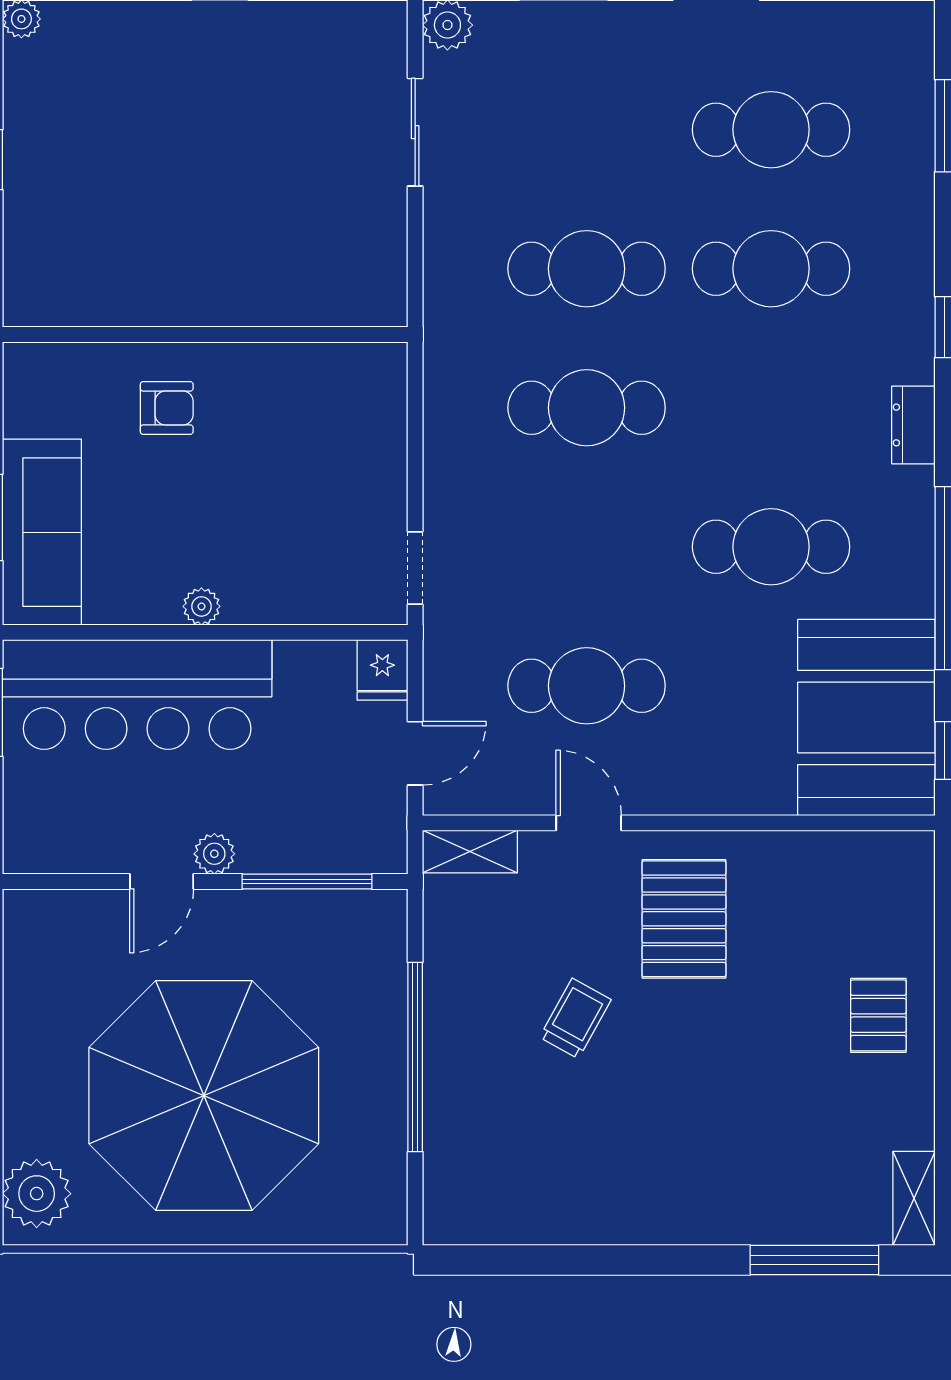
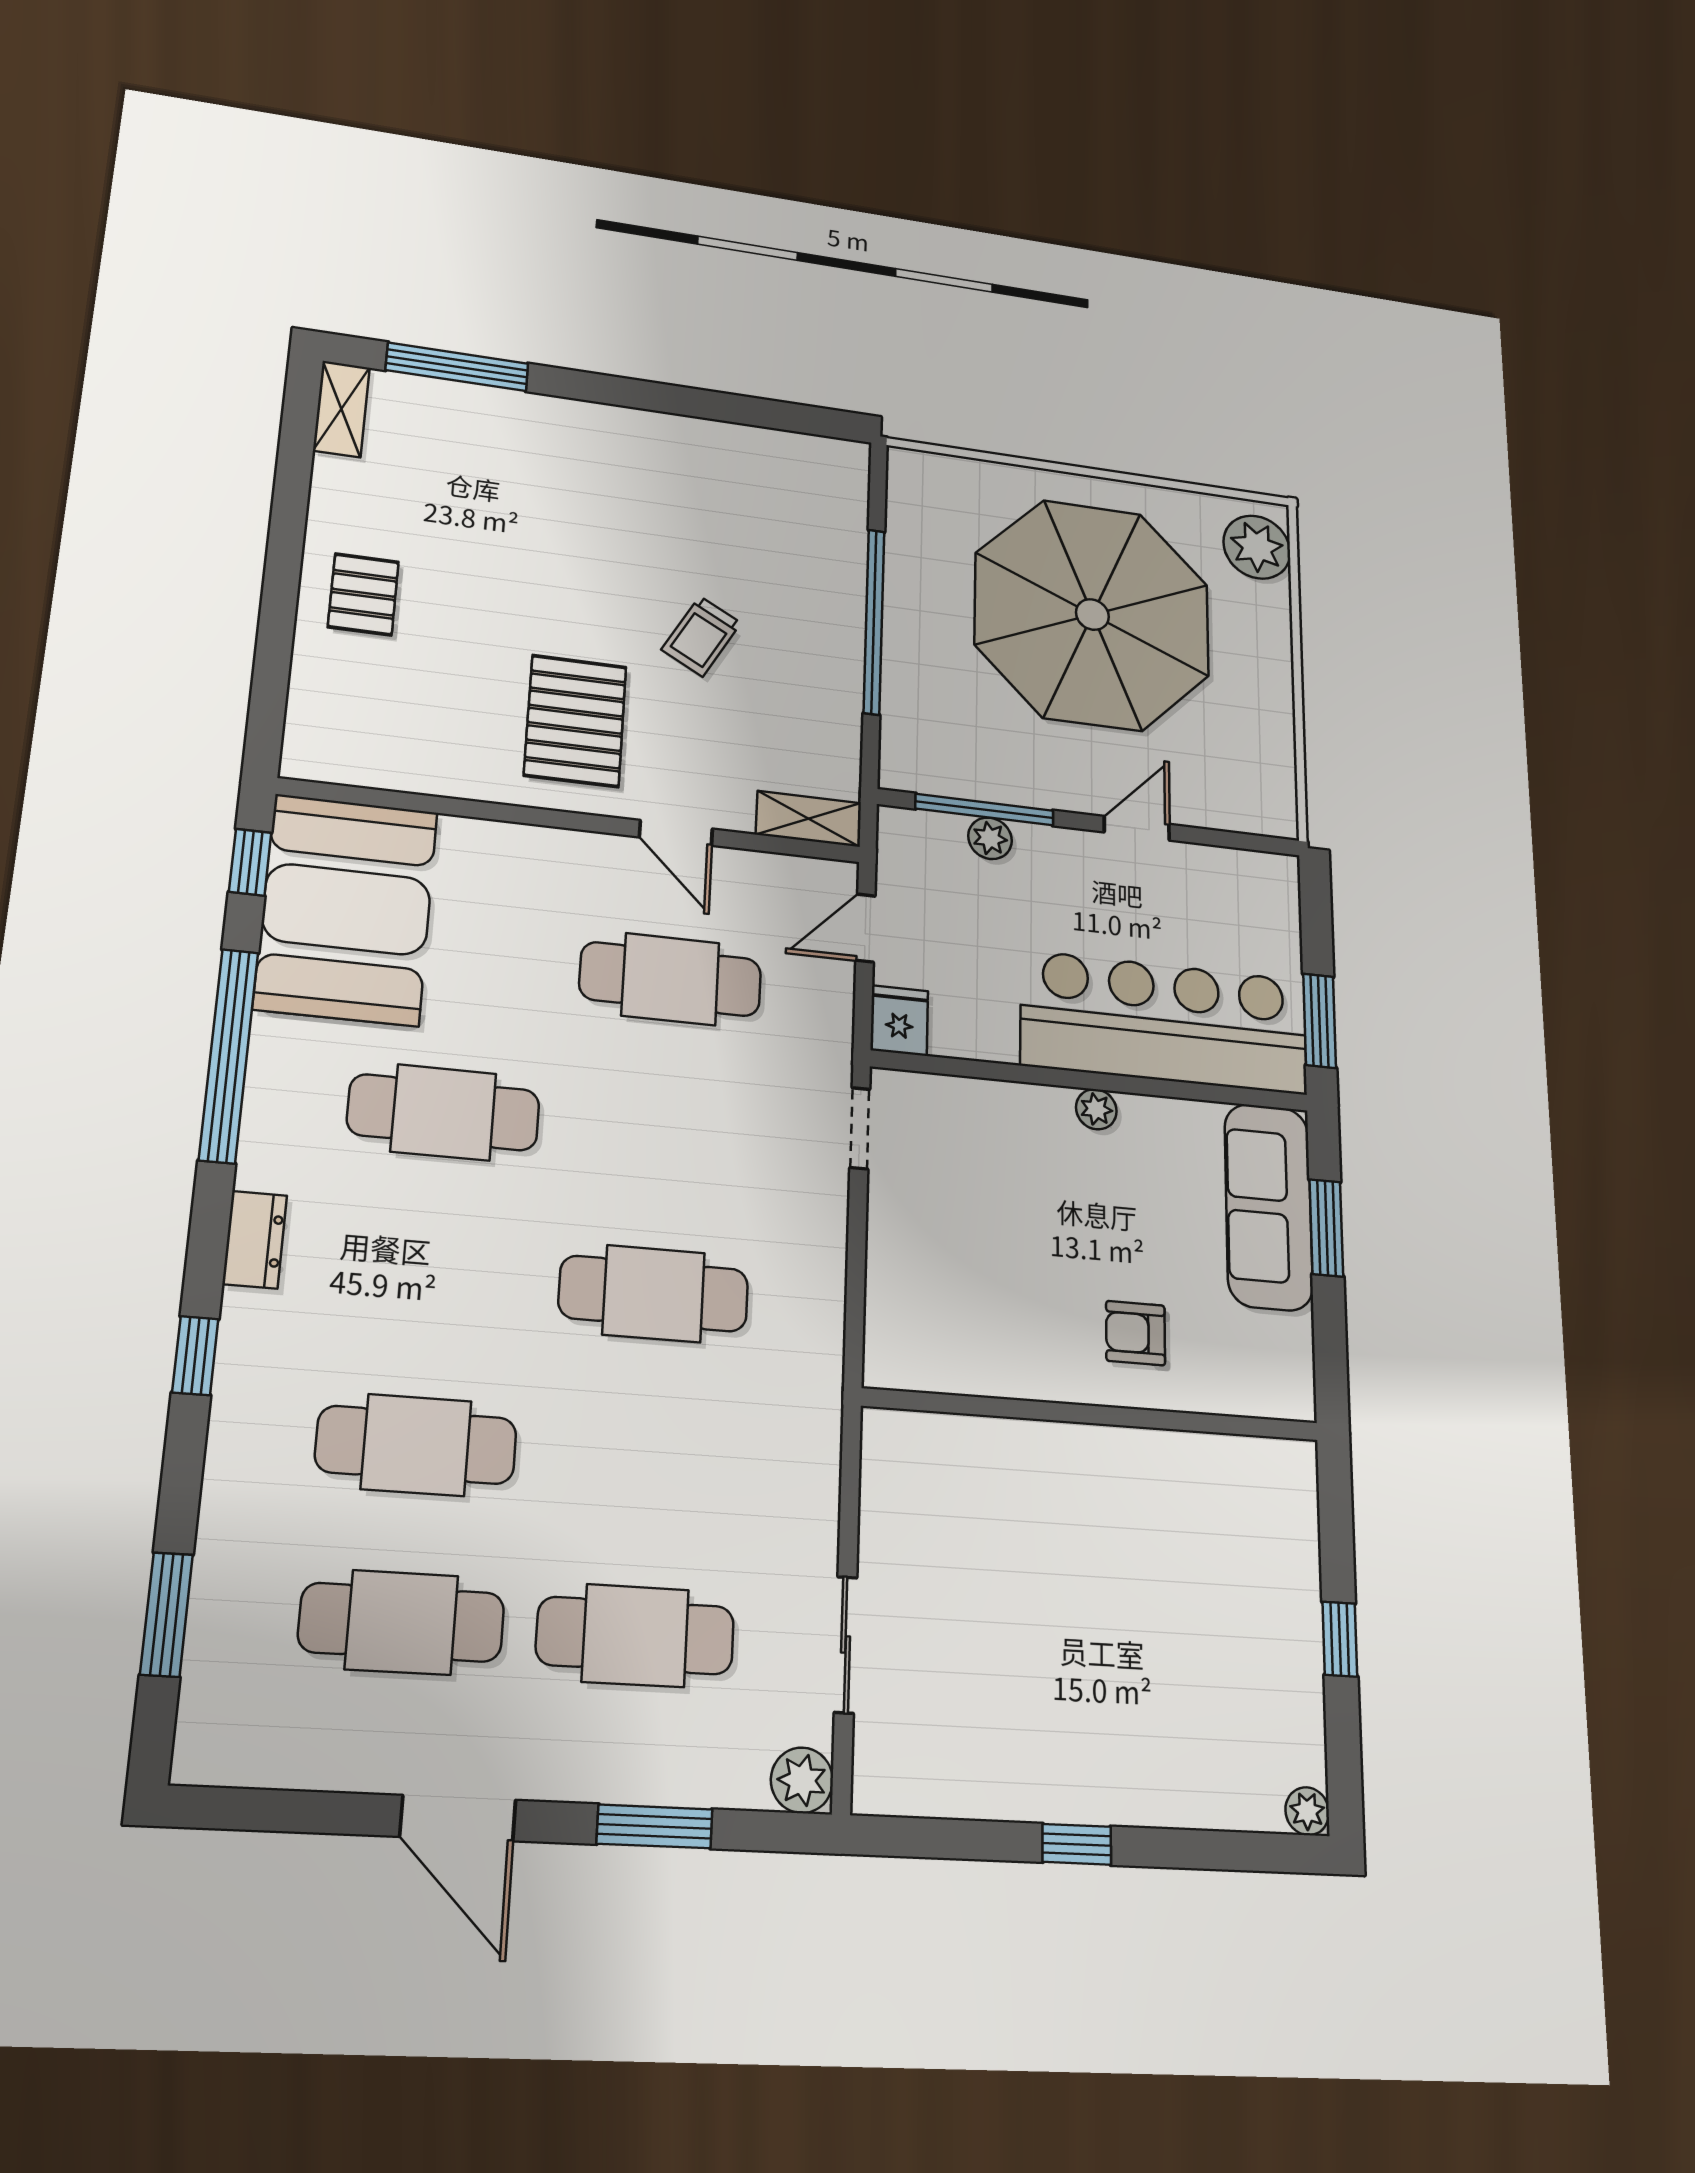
cafe table: (587, 269) -> (635, 1636), moved
plant: (214, 854) -> (990, 838), moved

